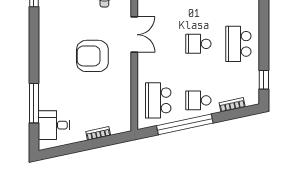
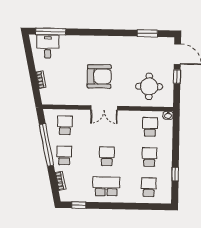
double door: (134, 35) -> (104, 108), moved
armchair: (92, 56) -> (99, 76), turned 90
school desk: (158, 100) -> (65, 125), width x0.54
window: (34, 103) -> (51, 32), moved

